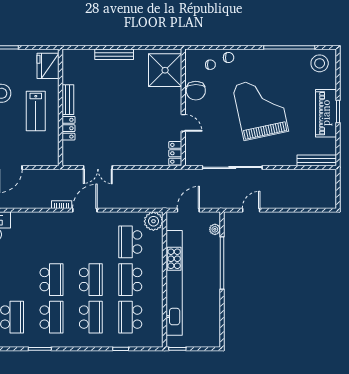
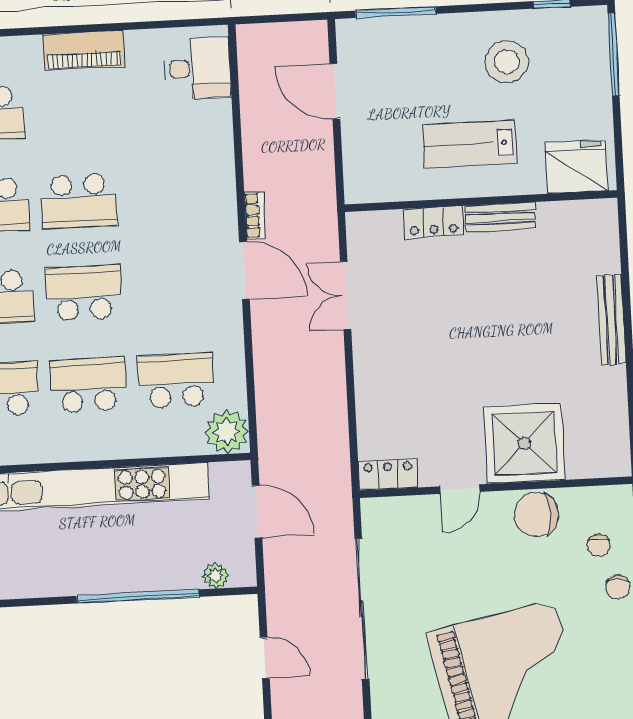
shower: (165, 70) -> (524, 443), moved
school desk: (91, 280) -> (83, 293), turned 180

